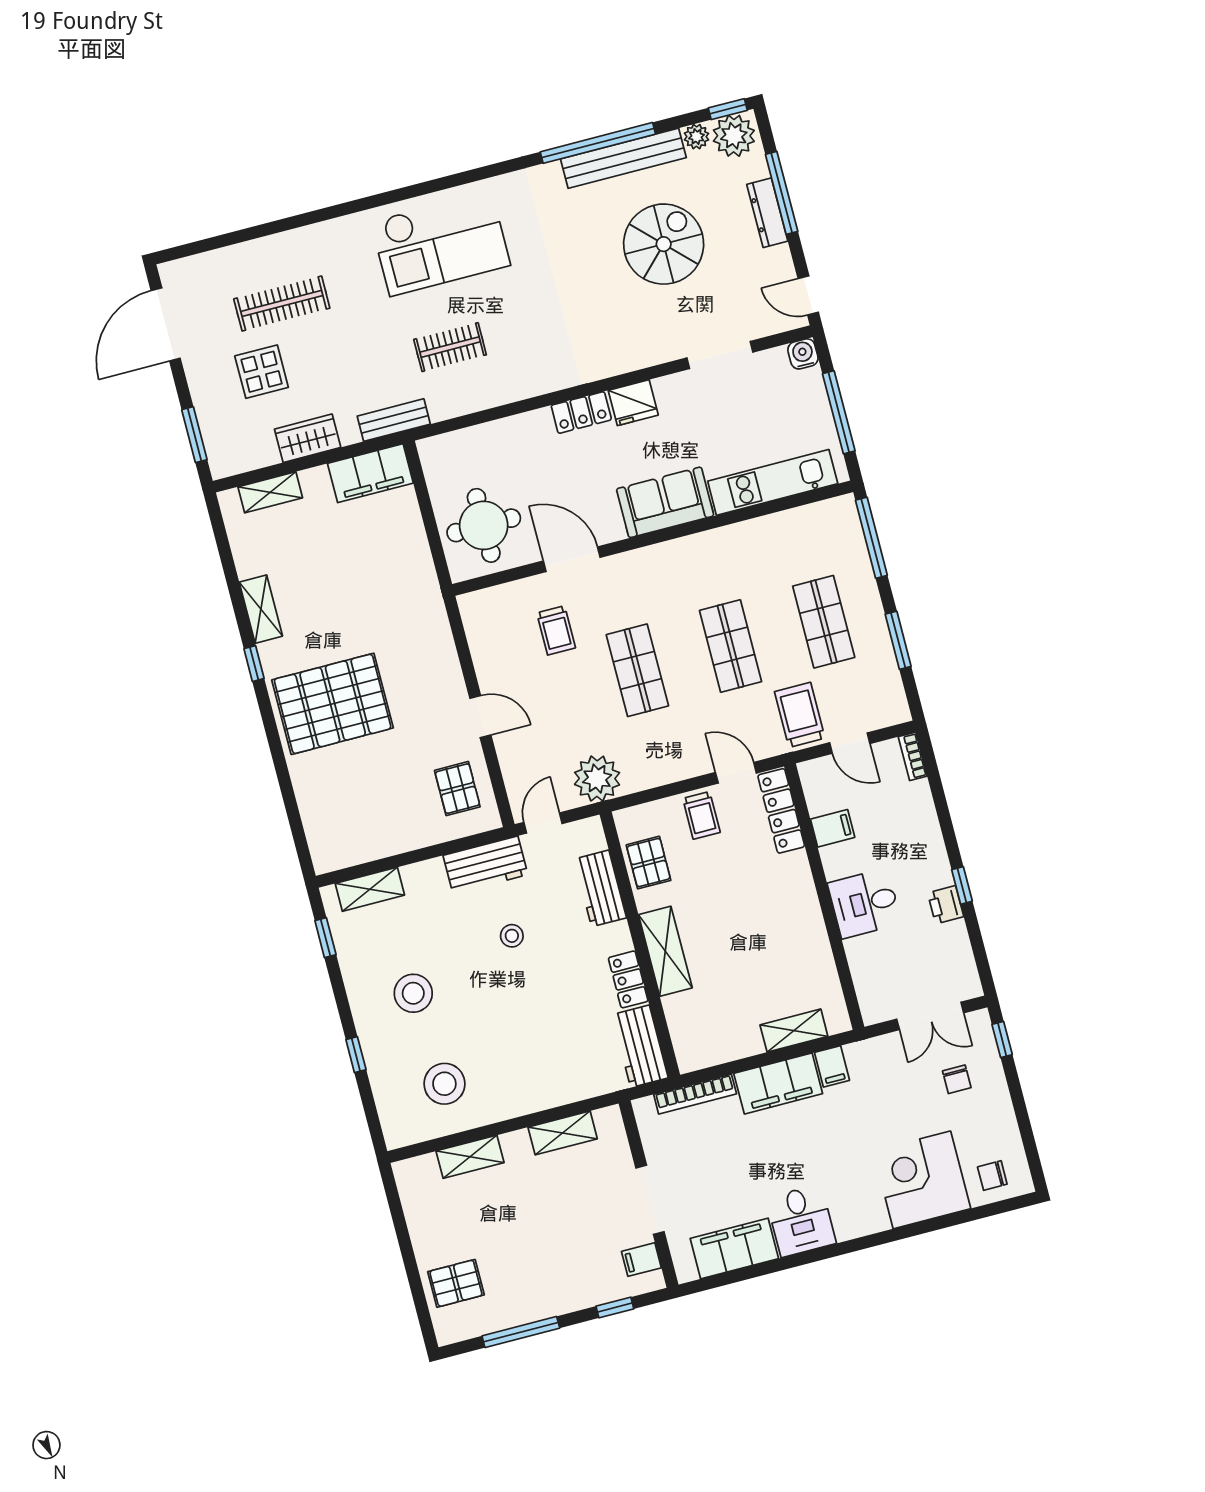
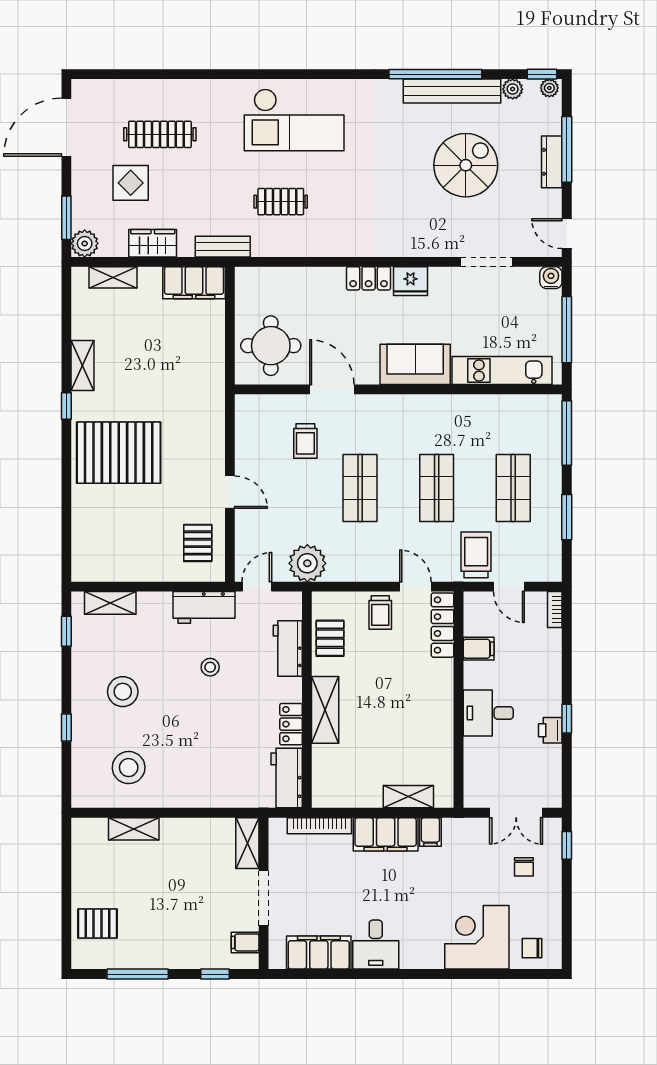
plant: (734, 136) -> (549, 88), width x0.53, depth x0.53
plant: (225, 460) -> (85, 243), added
shelving: (563, 1133) -> (247, 843), moved, turned 90

